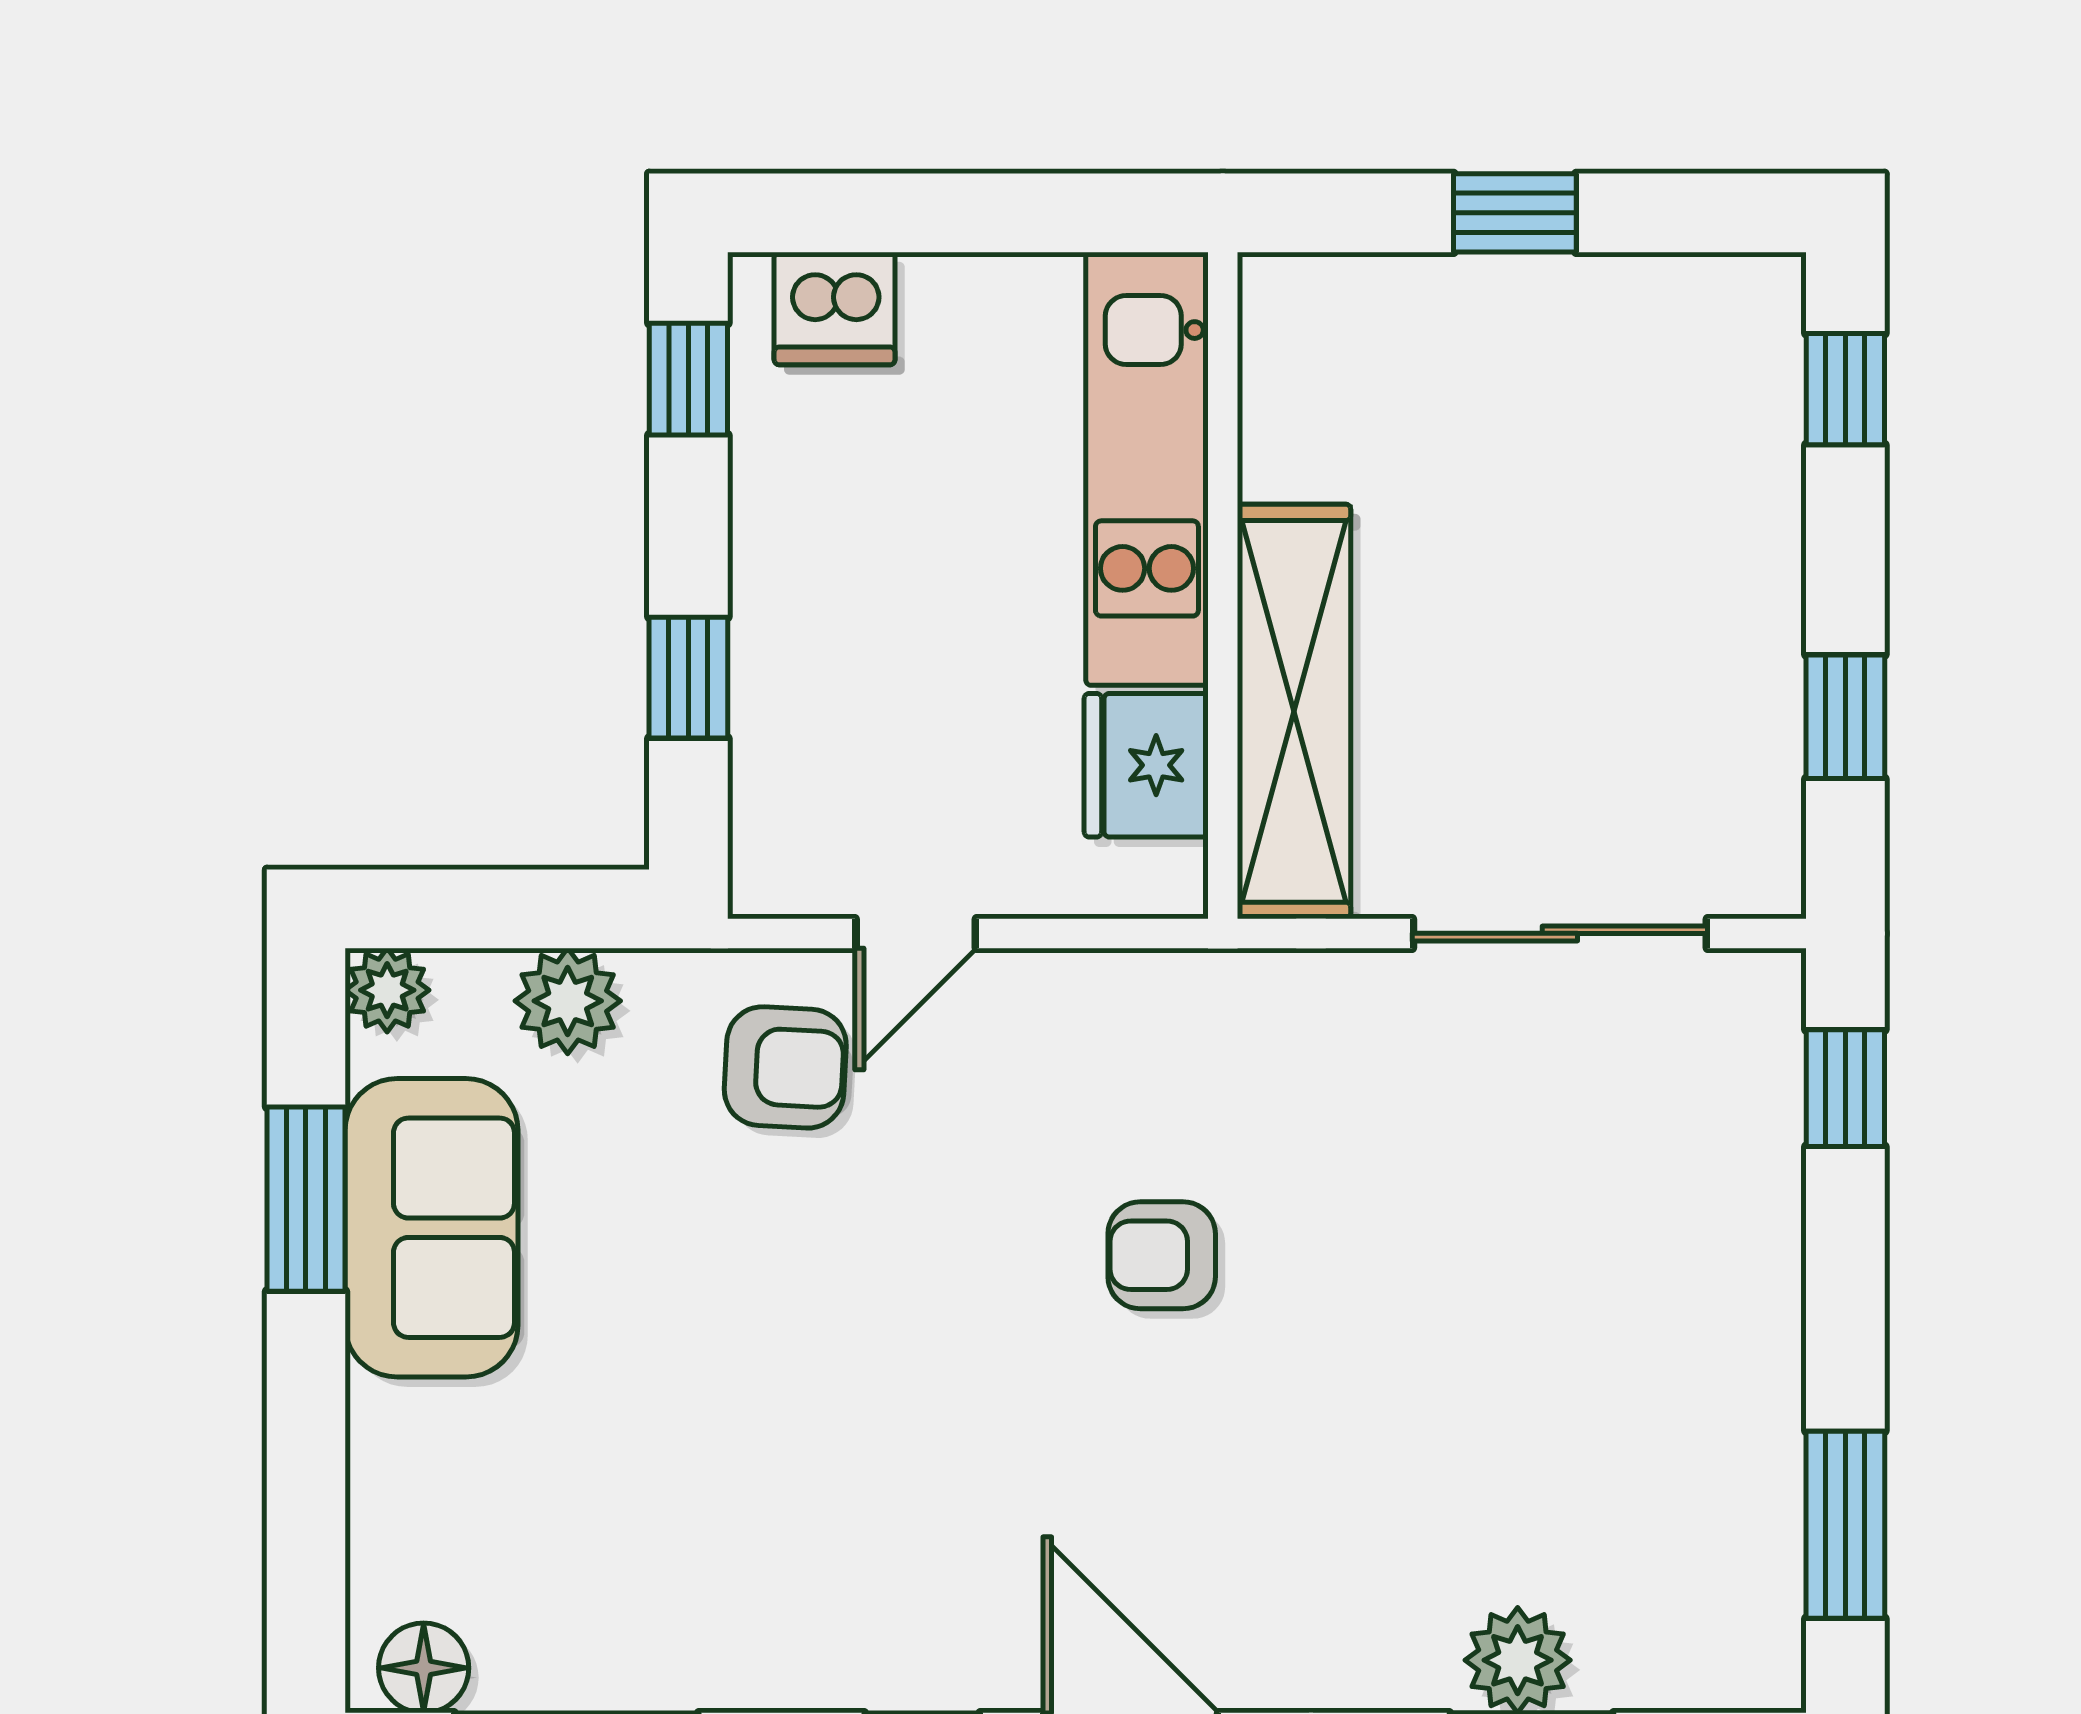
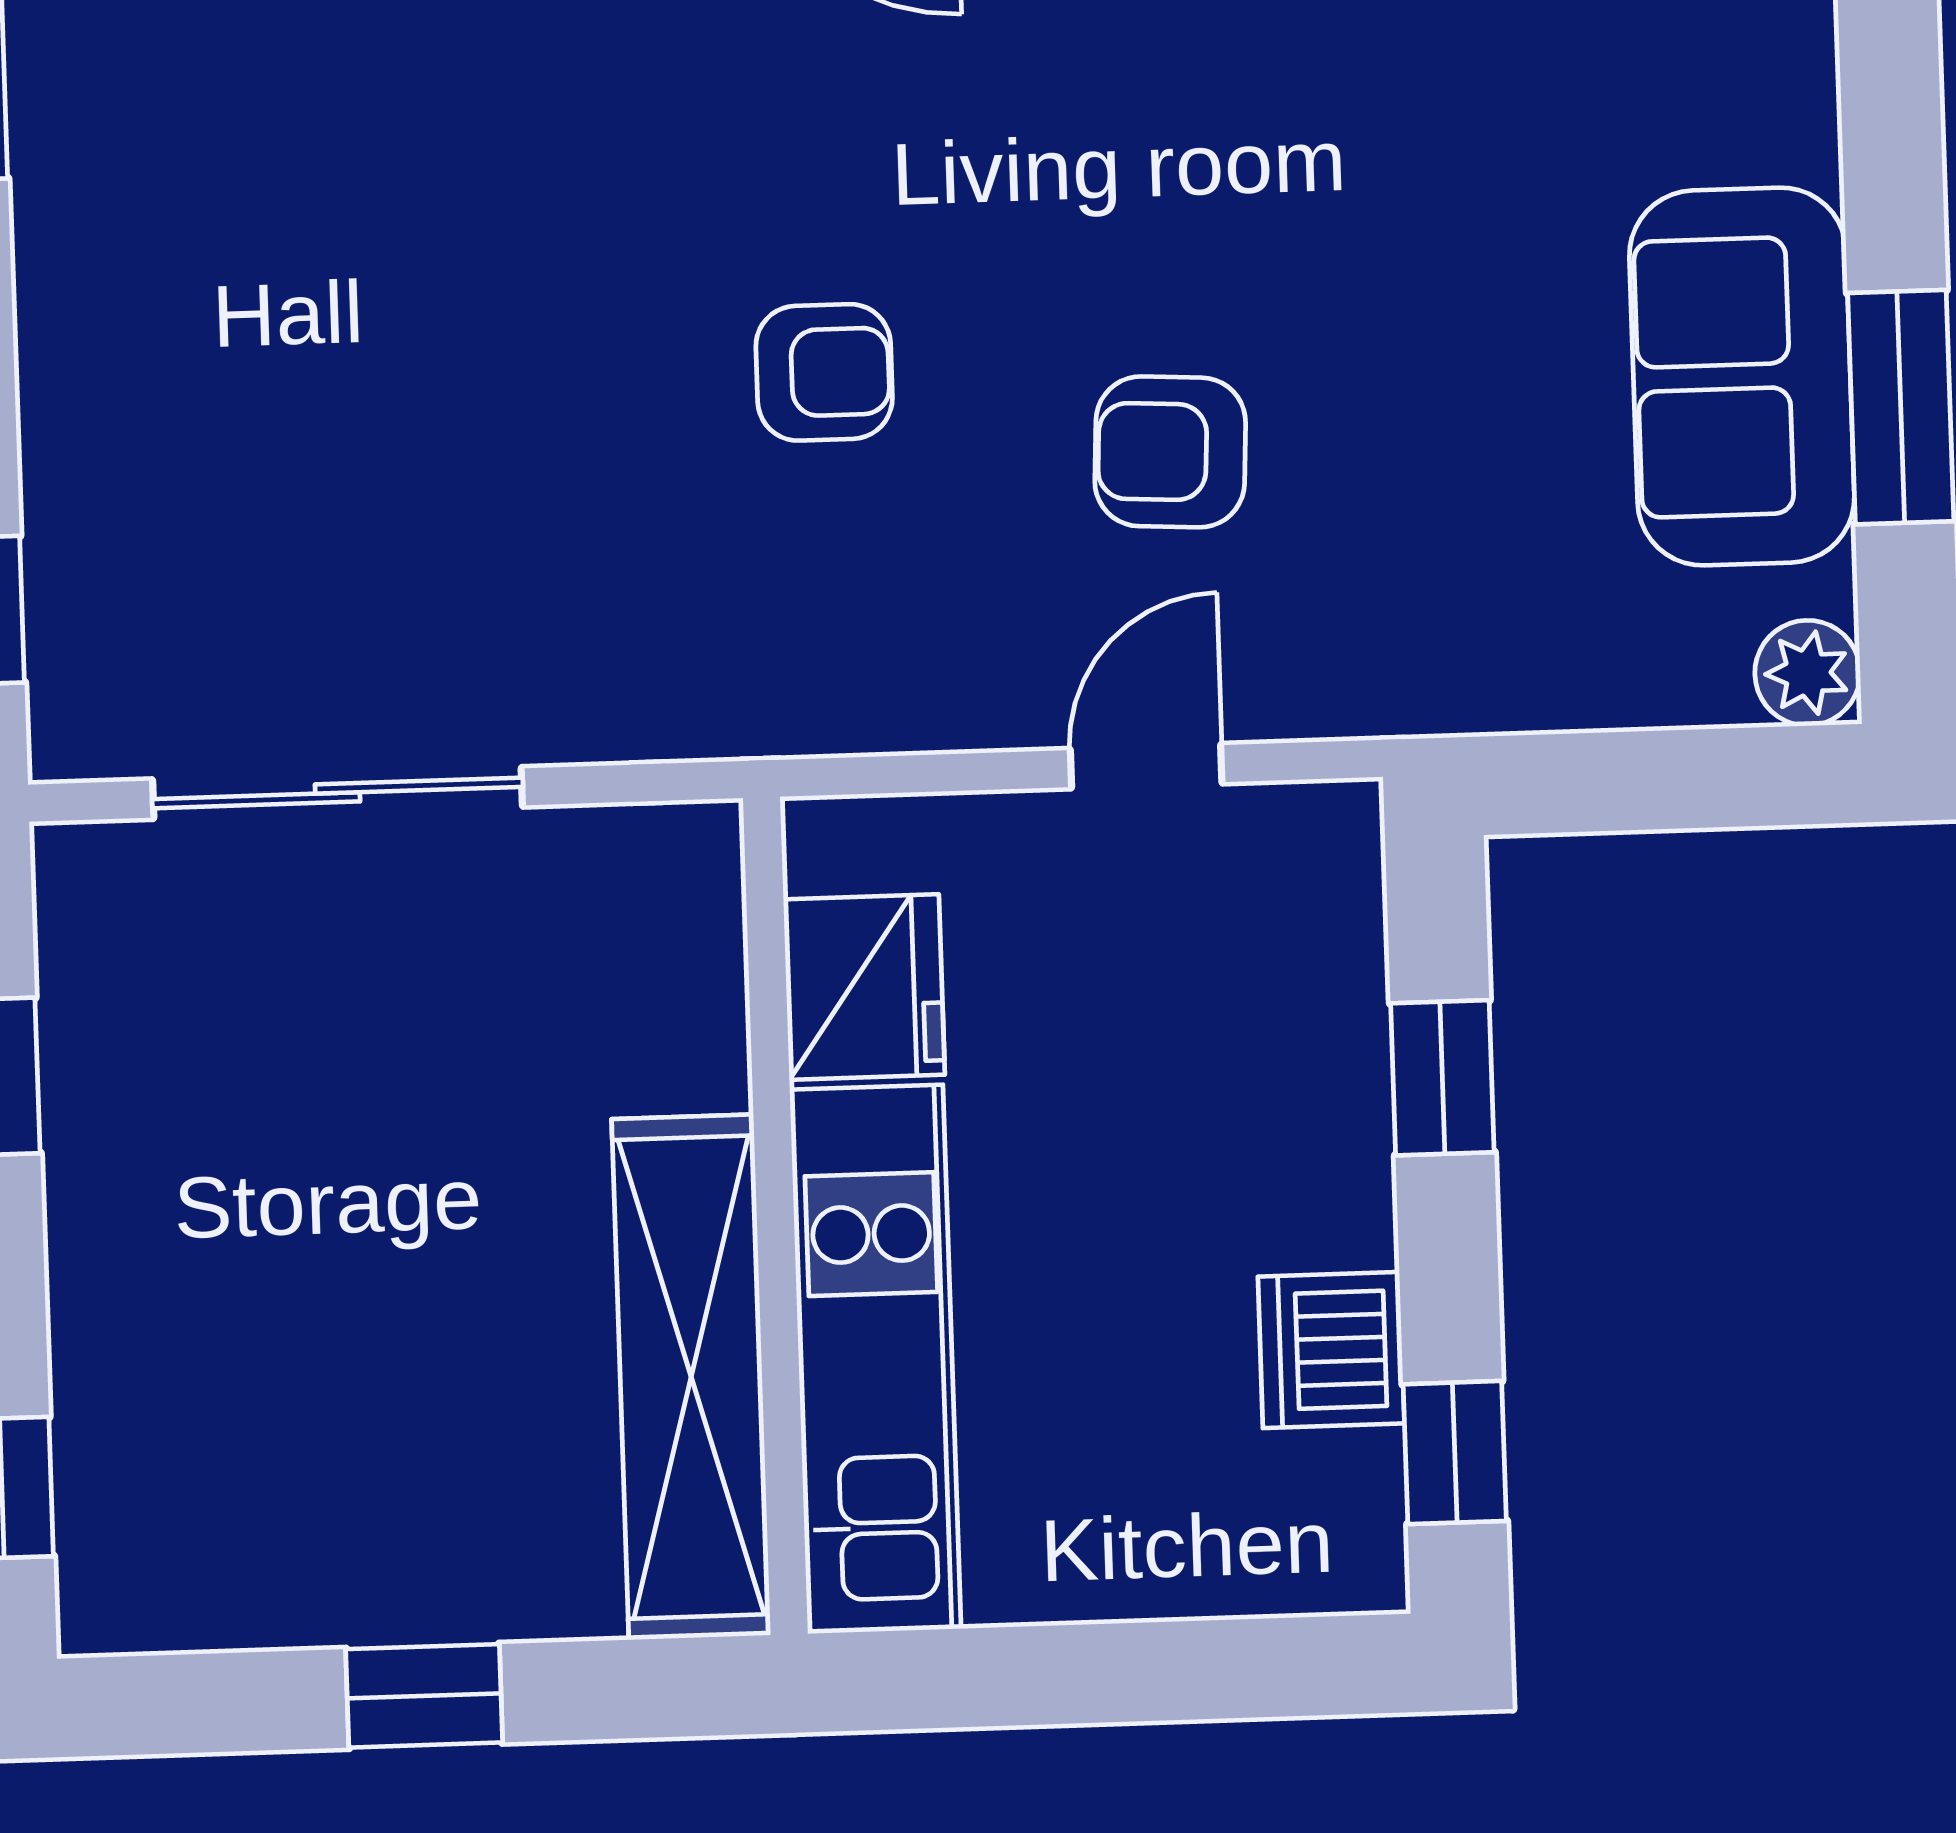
dishwasher: (835, 308) -> (1331, 1350), moved, turned -90
shelving: (1294, 711) -> (691, 1377), moved
plant: (568, 1001) -> (1580, 667), removed
armchair: (785, 1067) -> (1170, 452), moved

